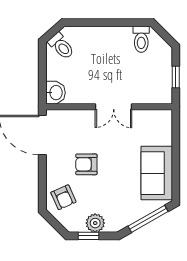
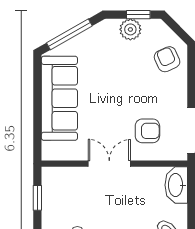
washbasin: (55, 93) -> (176, 185), width x1.38
armchair: (86, 164) -> (147, 131), moved
sofa: (157, 173) -> (59, 98), width x1.36

